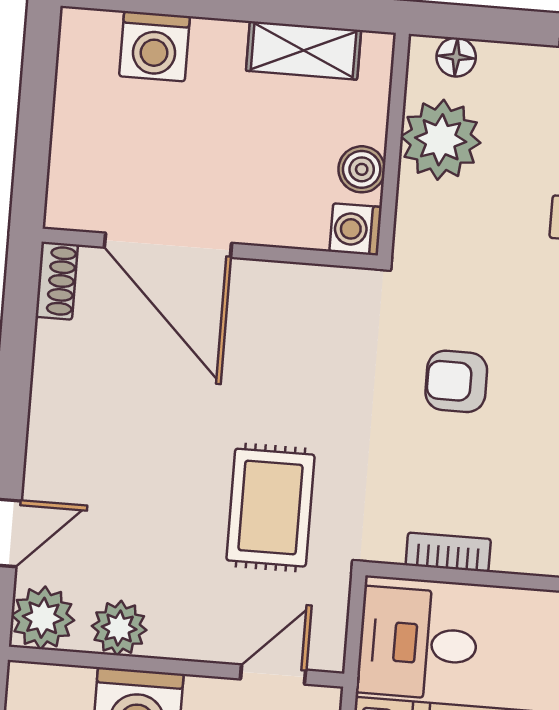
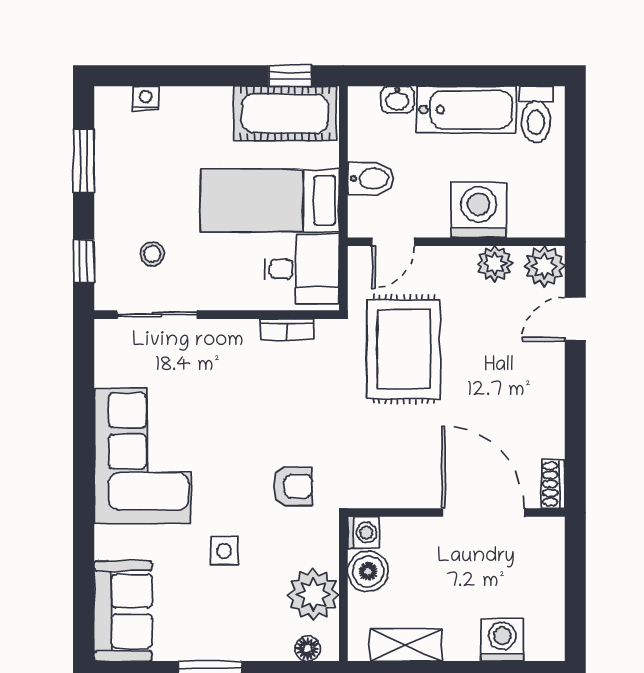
boiler: (362, 169) -> (368, 571), width x1.36, depth x1.36
armchair: (456, 381) -> (293, 486), moved
rug: (270, 508) -> (404, 349), width x1.36, depth x1.43

